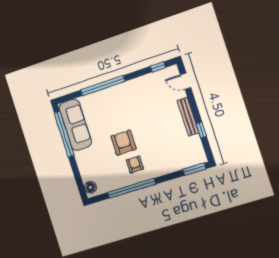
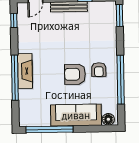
fireplace: (112, 93) -> (25, 71), added
sofa: (75, 125) -> (76, 115), moved
armchair: (135, 164) -> (99, 70), turned -90

